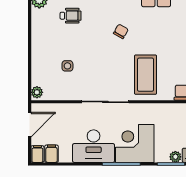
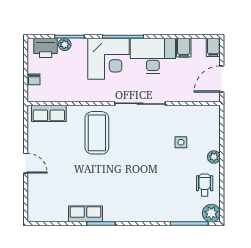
wheelchair: (71, 16) -> (205, 185), moved, turned 90
chair: (121, 31) -> (123, 179), removed
plant: (37, 92) -> (214, 157), moved
filing cabinet: (52, 154) -> (184, 48), moved

